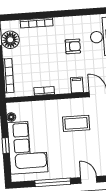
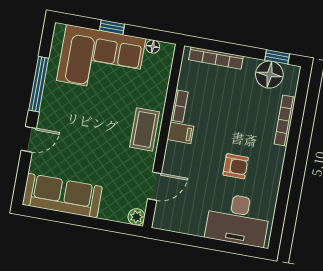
armchair: (73, 46) -> (236, 166), turned -90
filing cabinet: (77, 85) -> (180, 133), moved
coffee table: (76, 123) -> (145, 129), moved

